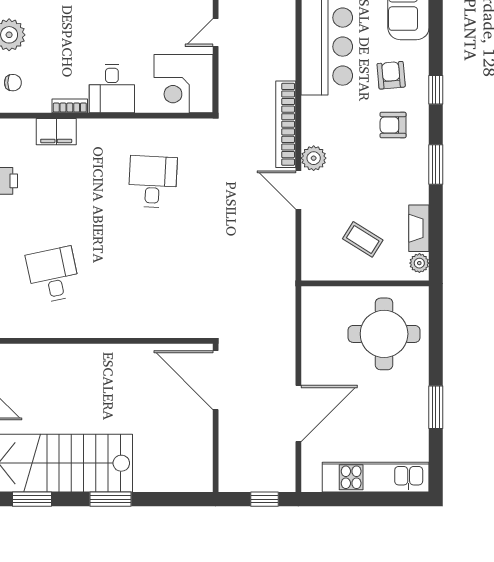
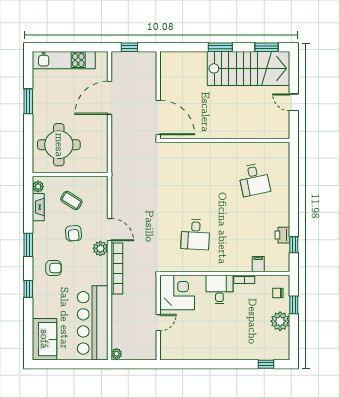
armchair: (391, 75) -> (74, 233), moved
filing cabinet: (56, 132) -> (258, 264), width x0.50

